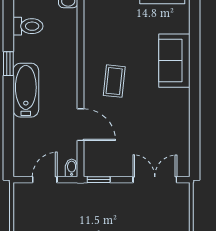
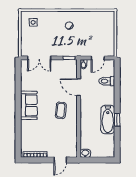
toilet: (28, 26) -> (107, 81), moved
sofa: (174, 61) -> (29, 105), moved
bathtub: (26, 90) -> (108, 120), moved

